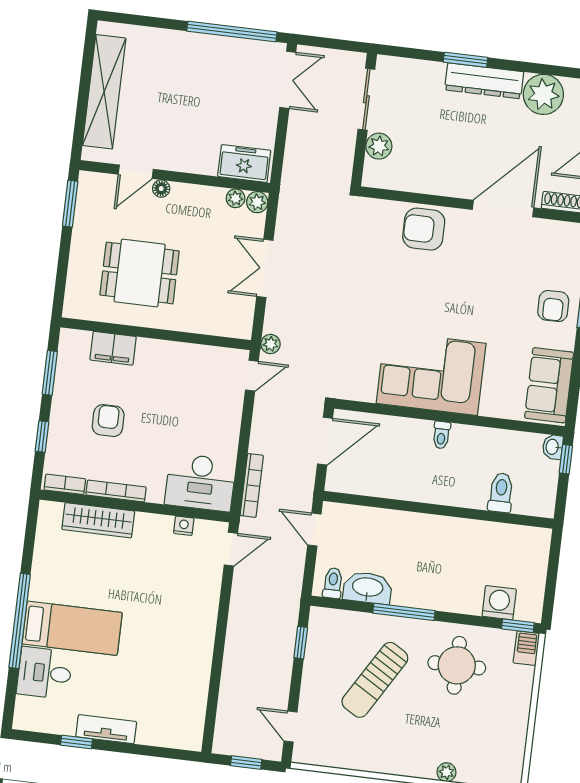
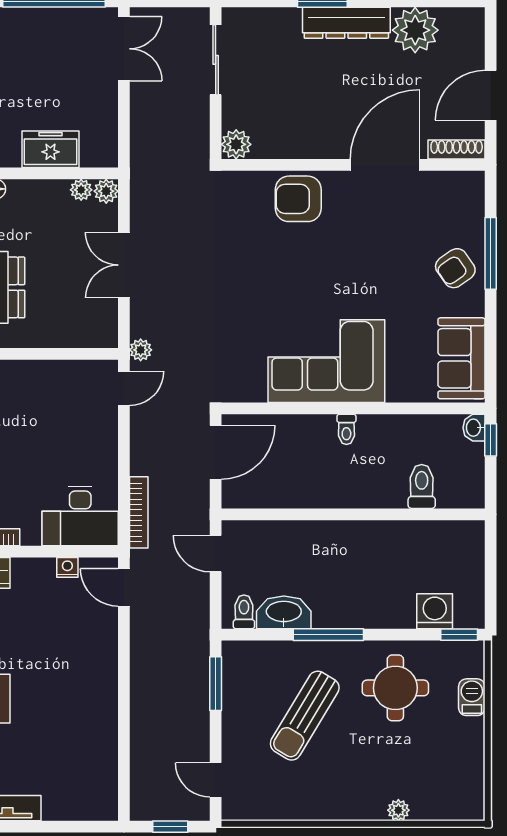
plant: (379, 146) -> (236, 144), moved
freezer: (244, 163) -> (50, 149), moved
armchair: (553, 306) -> (455, 268), turned 55
door: (231, 549) -> (124, 587), swing flipped
window: (301, 643) -> (216, 684), width x1.50
barbecue: (526, 648) -> (472, 697), moved

